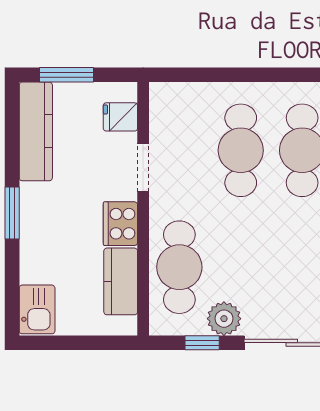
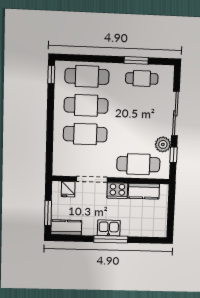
kitchen counter: (36, 131) -> (66, 228), width x0.67
doorway: (143, 167) -> (92, 179), width x1.38
window: (12, 213) -> (111, 239), width x1.44
kitchen sink: (37, 309) -> (109, 228), moved

